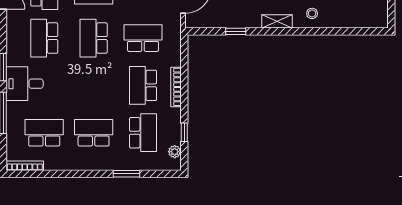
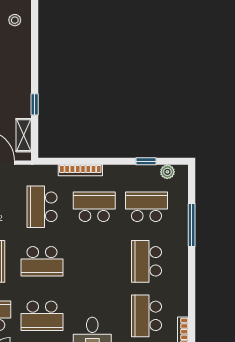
shelving: (277, 21) -> (24, 135), moved
school desk: (143, 85) -> (94, 207), turned 180
bookcase: (176, 87) -> (80, 170), moved
window: (127, 174) -> (192, 225), width x1.44

